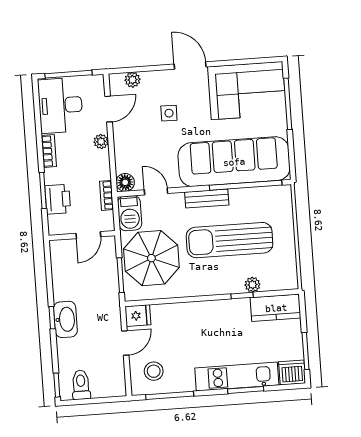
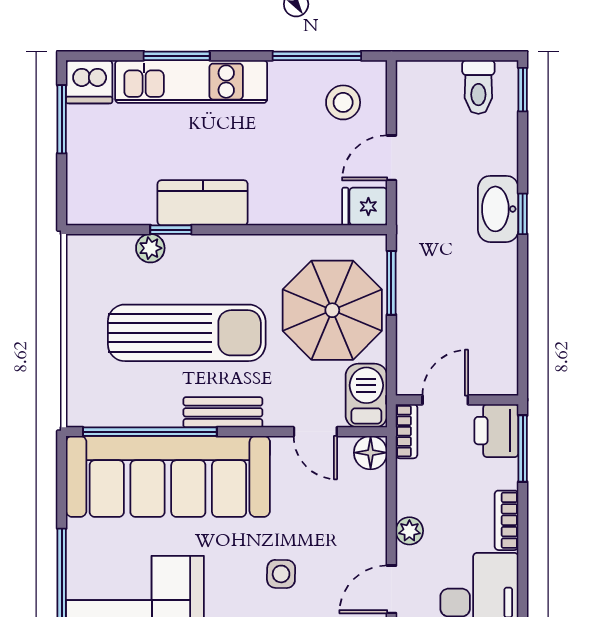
door: (88, 235) -> (445, 400), moved
wall: (82, 236) -> (457, 400), moved
kitchen counter: (276, 308) -> (203, 203), moved

